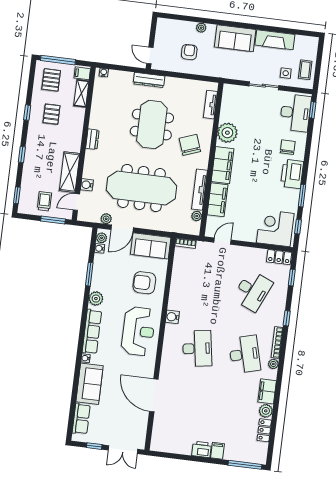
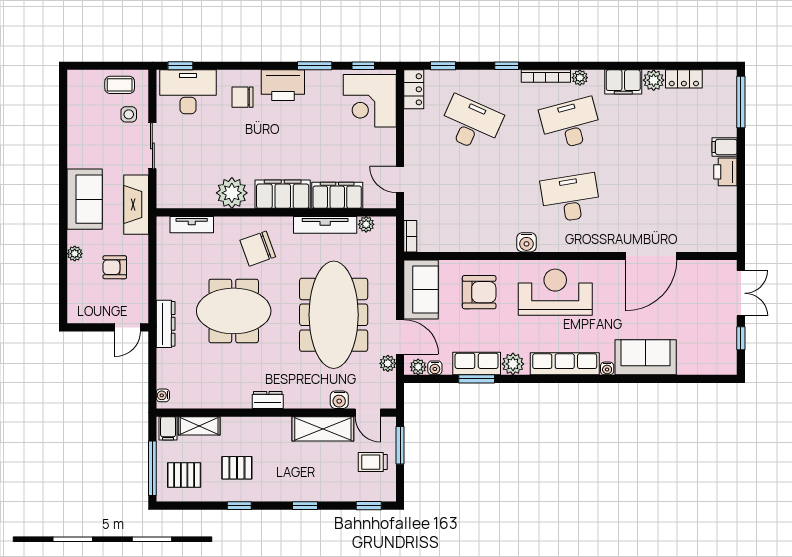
fireplace: (275, 40) -> (136, 205), moved, turned 180
armchair: (144, 283) -> (479, 292), turned -90
row of seats: (81, 419) -> (477, 364), moved

